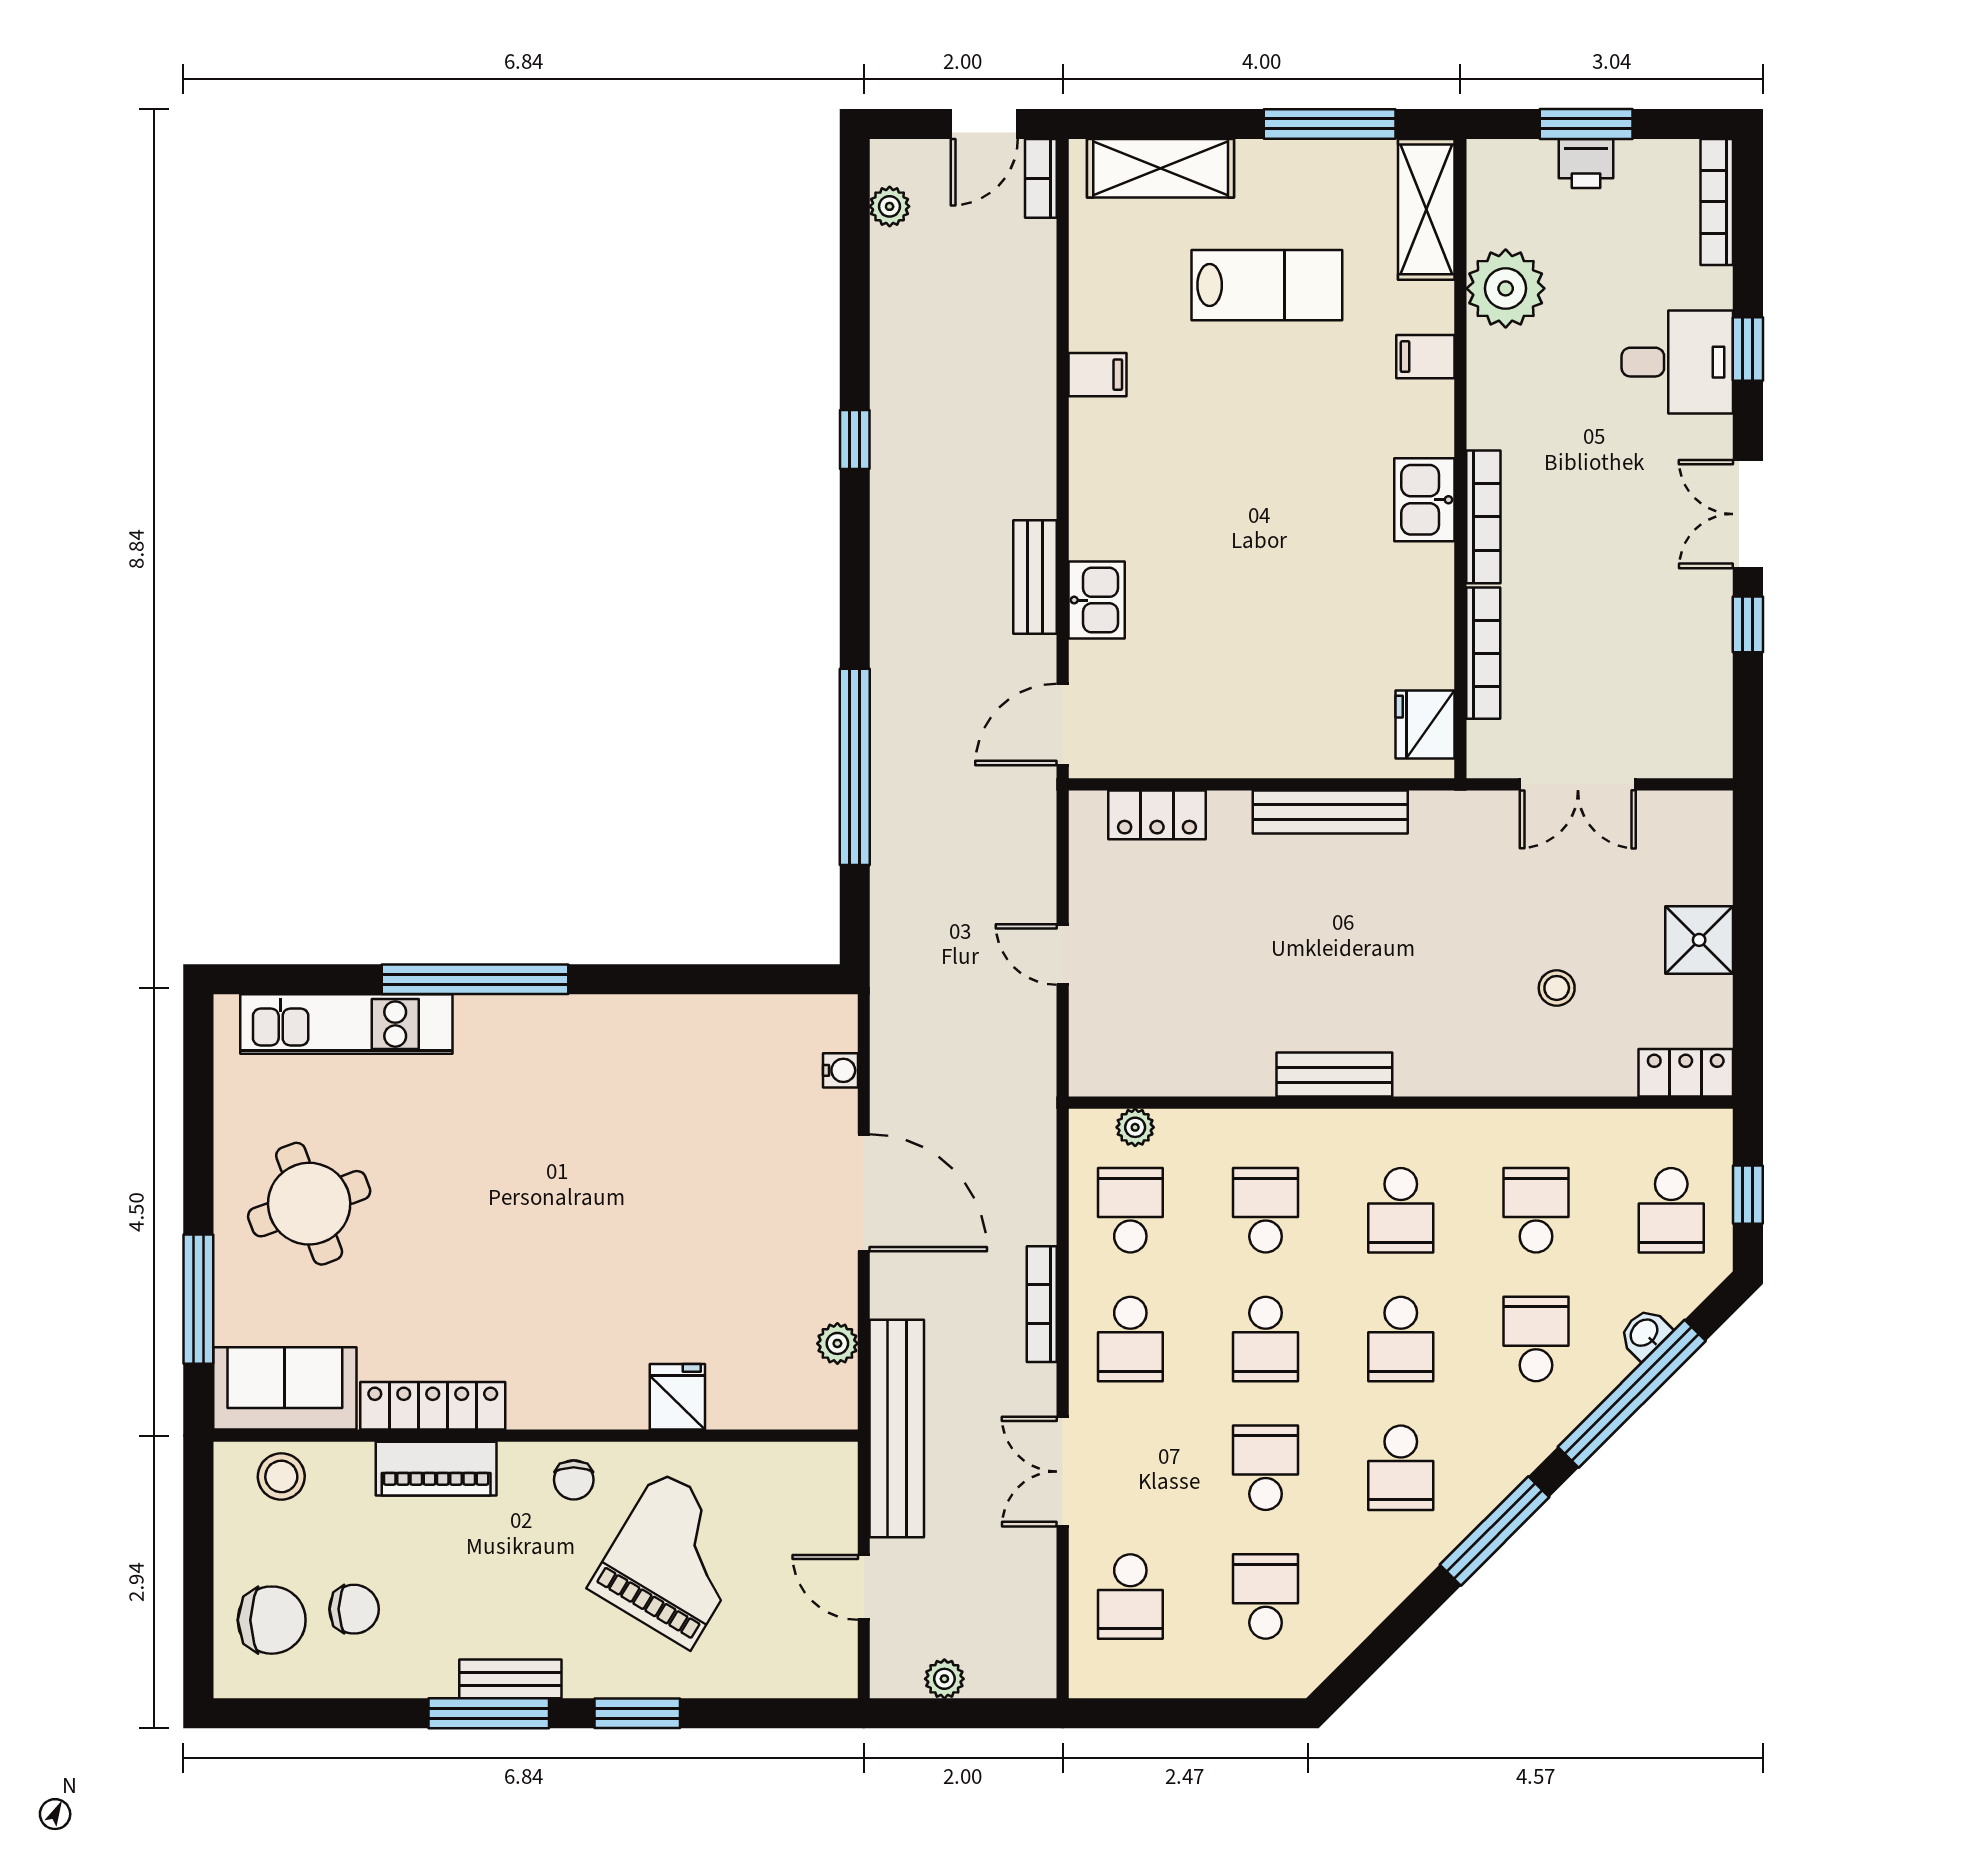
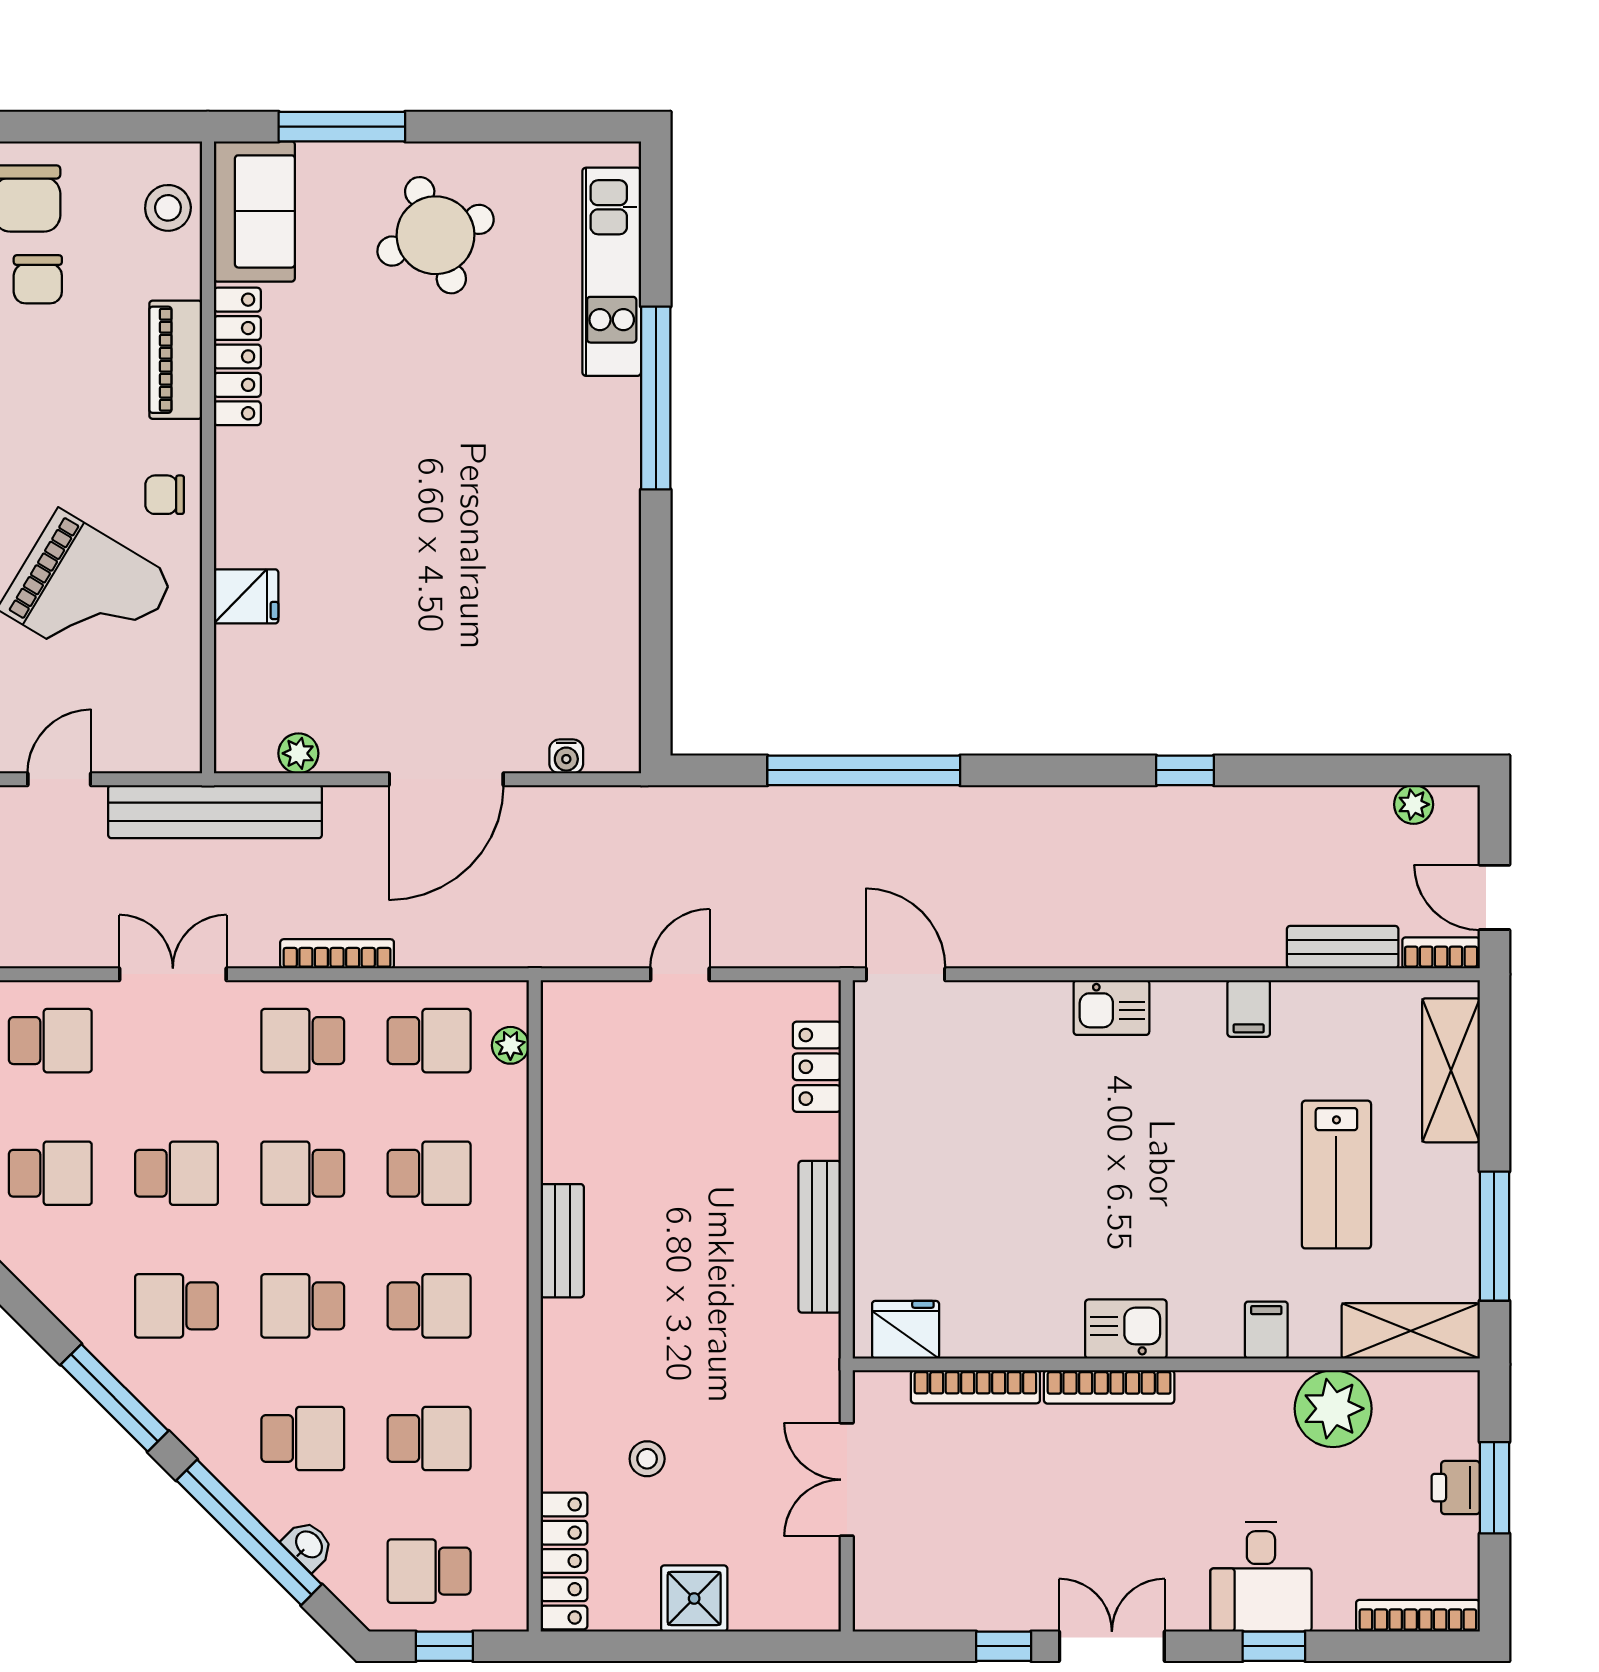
bench: (1035, 577) -> (1343, 947), moved
kitchen sink: (1097, 600) -> (1111, 1008), moved
locker: (1686, 1073) -> (564, 1561), width x1.53
school desk: (1401, 1210) -> (429, 1306), turned 180
school desk: (1130, 1597) -> (50, 1041), turned 180

